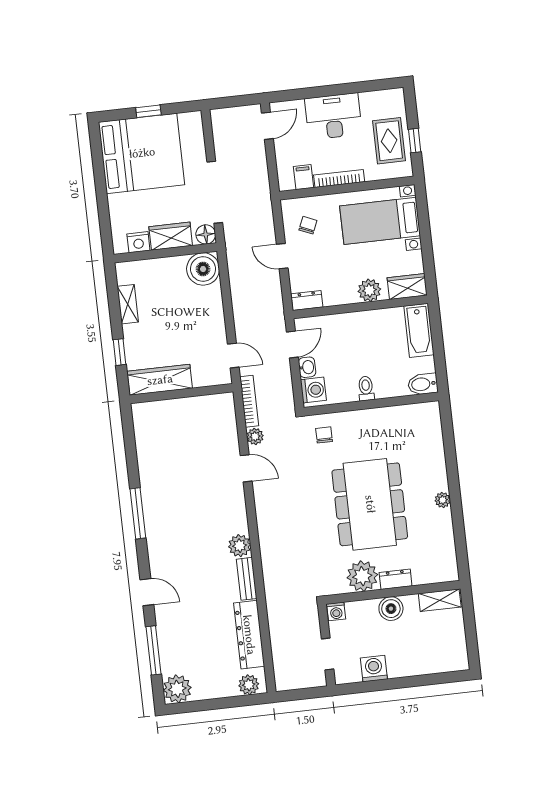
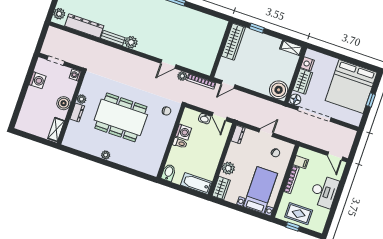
shelving: (128, 304) -> (291, 48), moved
washing machine: (313, 390) -> (183, 132), moved, turned -90
plant: (362, 576) -> (82, 99), width x0.53, depth x0.53

